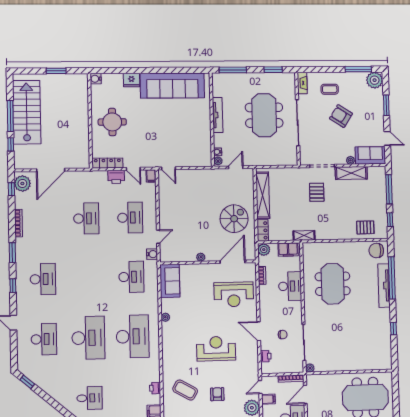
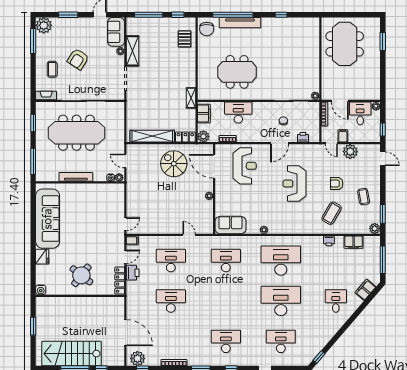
meeting table: (264, 115) -> (76, 133), width x1.36
round table: (112, 122) -> (81, 275), turned 38
pallet: (317, 192) -> (150, 85), removed
water cooler: (152, 254) -> (205, 241), removed

